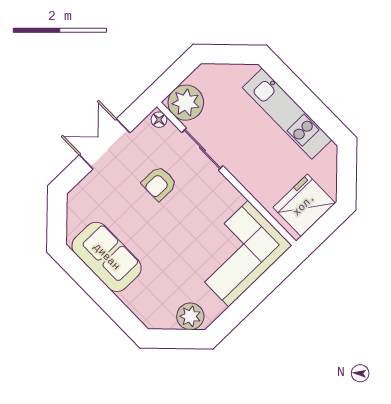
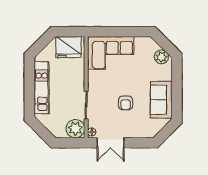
double door: (105, 144) -> (111, 143), moved
armchair: (159, 183) -> (126, 103), moved, turned 90
plant: (190, 316) -> (161, 57), moved

